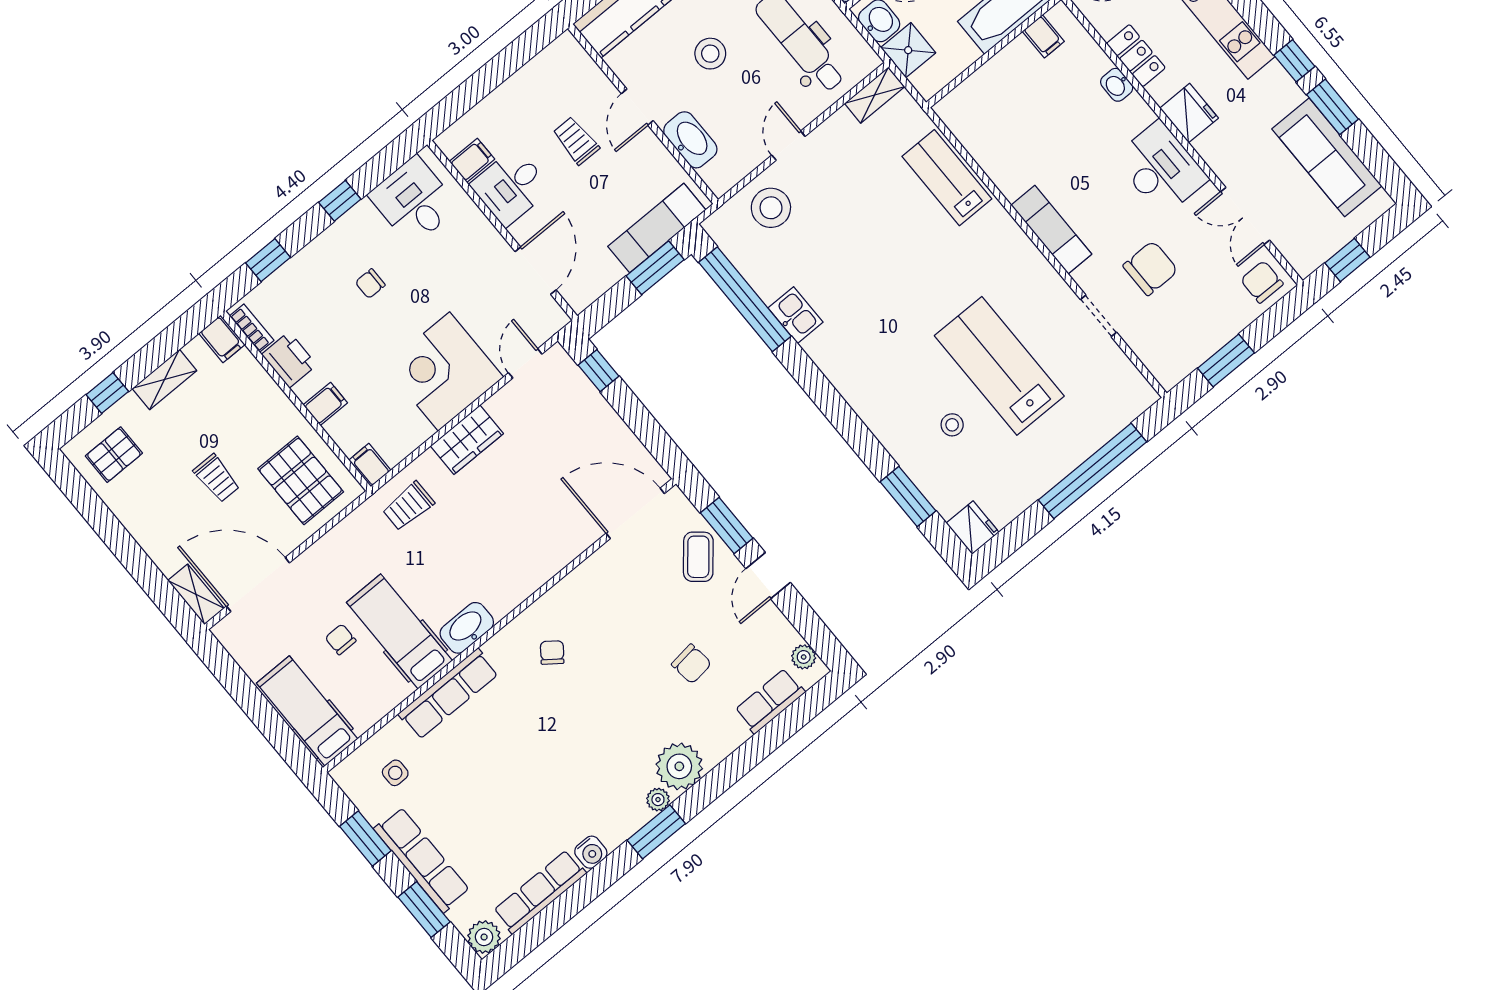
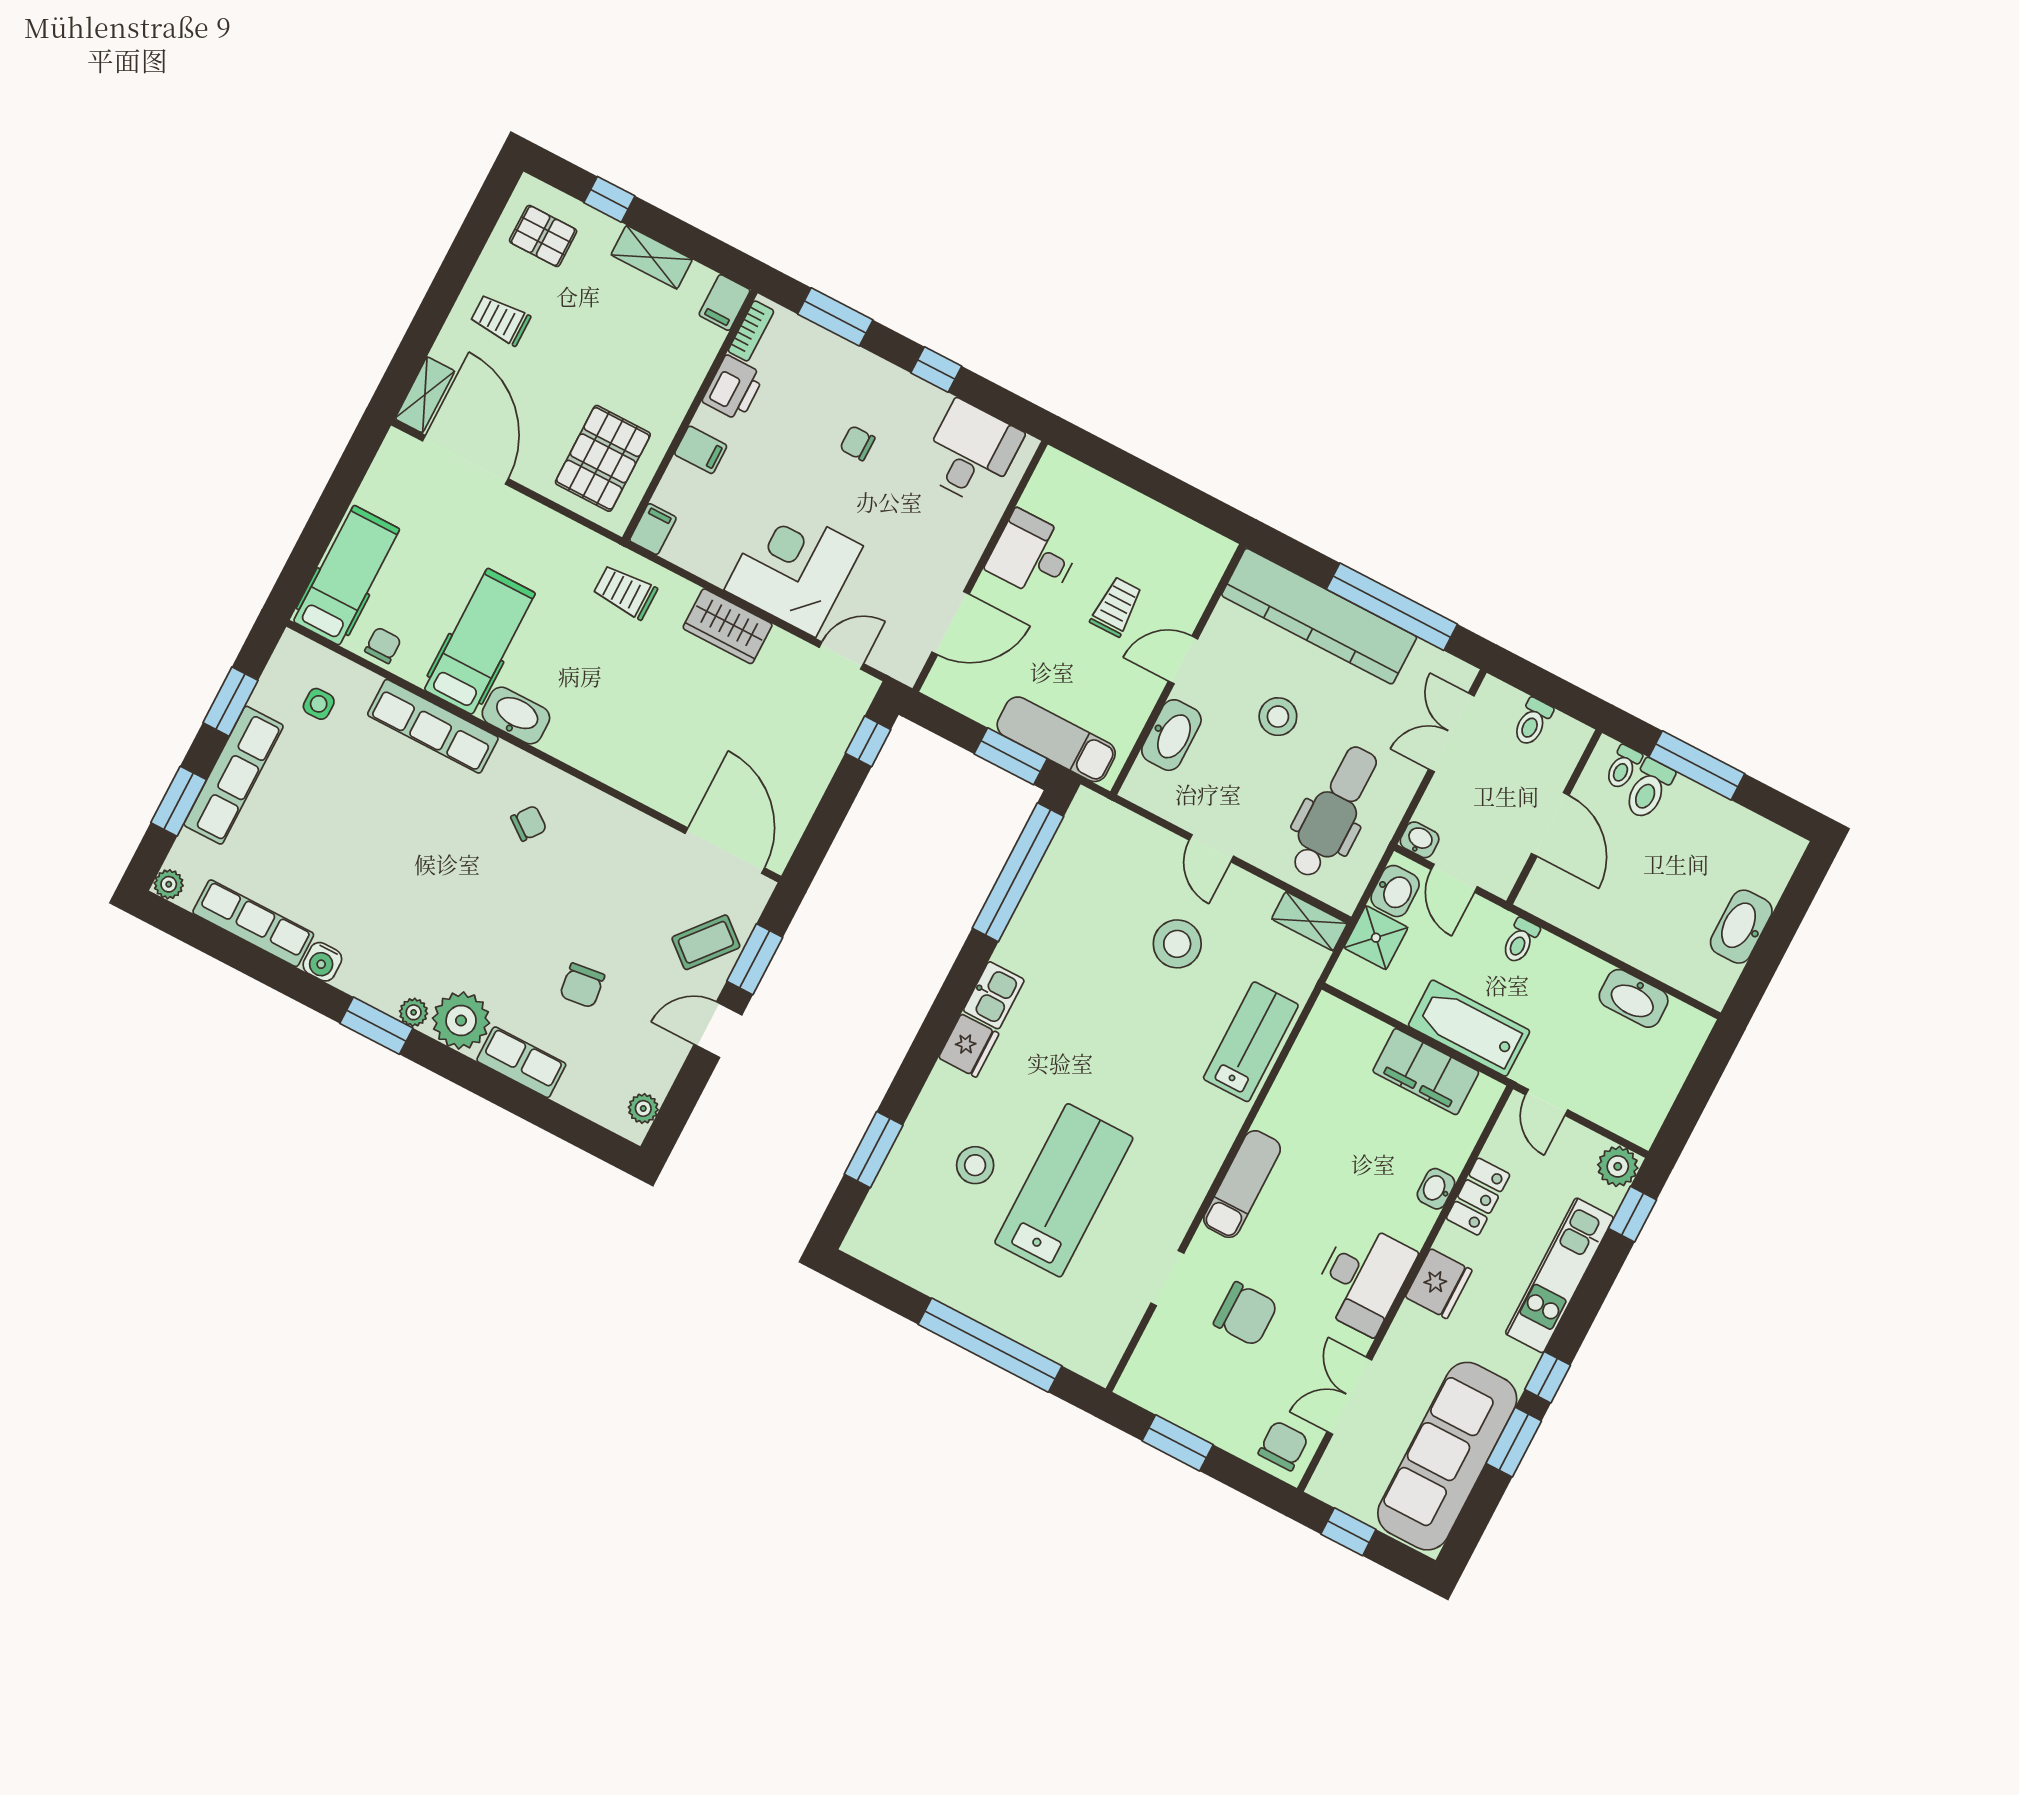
filing cabinet: (1043, 36) -> (1426, 1072), width x3.00, depth x1.17
door: (788, 146) -> (1211, 848), swing flipped
sofa: (1327, 157) -> (1447, 1456), width x1.36, depth x1.27
filing cabinet: (472, 160) -> (1045, 499), removed
stool: (771, 208) -> (1177, 944), moved
window: (268, 260) -> (835, 317), width x1.50
kitchen sink: (796, 315) -> (994, 995), moved
stool: (952, 425) -> (975, 1165), width x1.37, depth x1.37
trolley: (217, 478) -> (500, 320), moved, turned 90
fridge: (973, 528) -> (969, 1046), moved
chair: (341, 639) -> (383, 645), moved
row of seats: (770, 701) -> (521, 1062), moved
plant: (484, 937) -> (169, 884), width x0.73, depth x0.73

